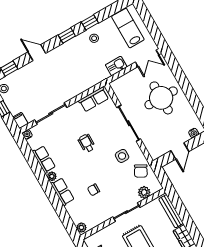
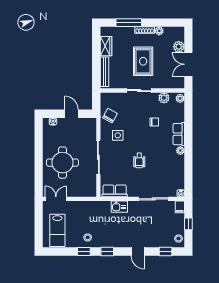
kitchen sink: (116, 66) -> (119, 207), moved
door: (180, 151) -> (71, 114), hinge flipped
row of seats: (44, 159) -> (179, 167), removed
plant: (144, 192) -> (164, 98), moved

